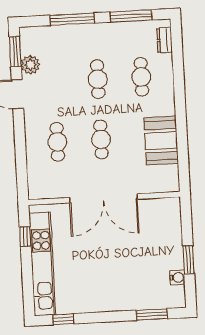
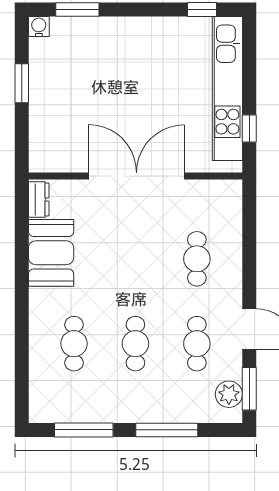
dresser: (165, 40) -> (39, 199), moved
plant: (30, 65) -> (229, 394), moved
cafe table: (101, 140) -> (197, 344), moved
water cooler: (177, 277) -> (39, 27), moved, turned 90

